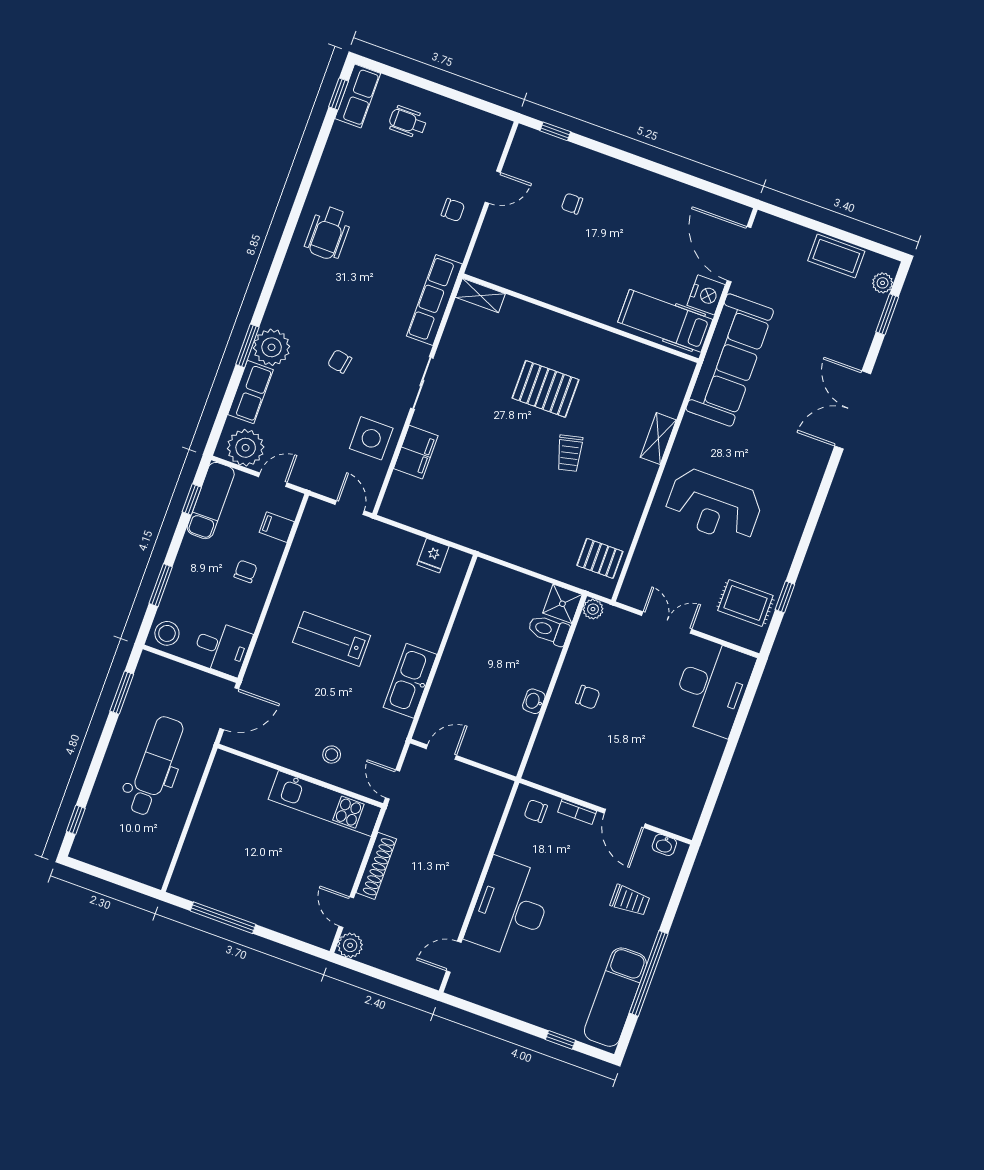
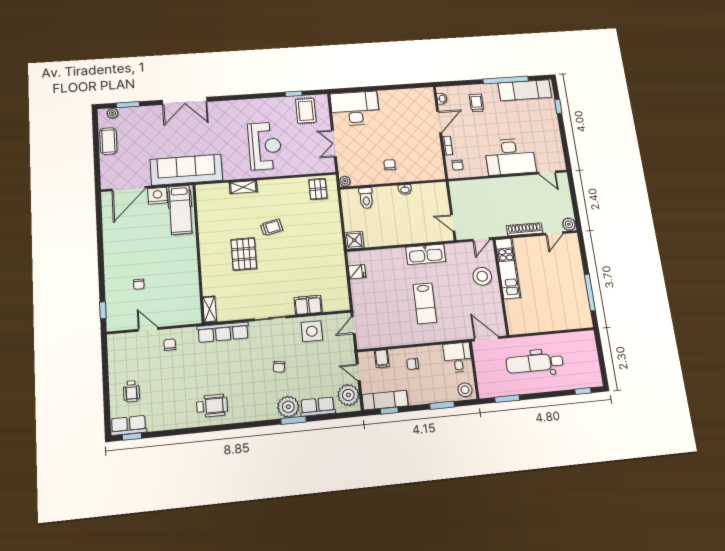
shower: (562, 604) -> (354, 240), moved
stool: (332, 755) -> (482, 276), width x1.89, depth x1.89

